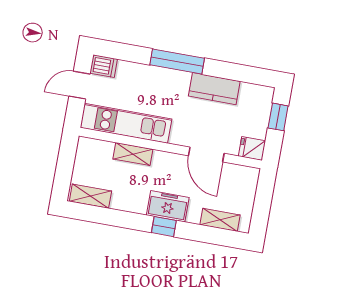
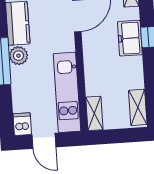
plant: (179, 81) -> (18, 56), added
shelving: (133, 154) -> (94, 113), moved

